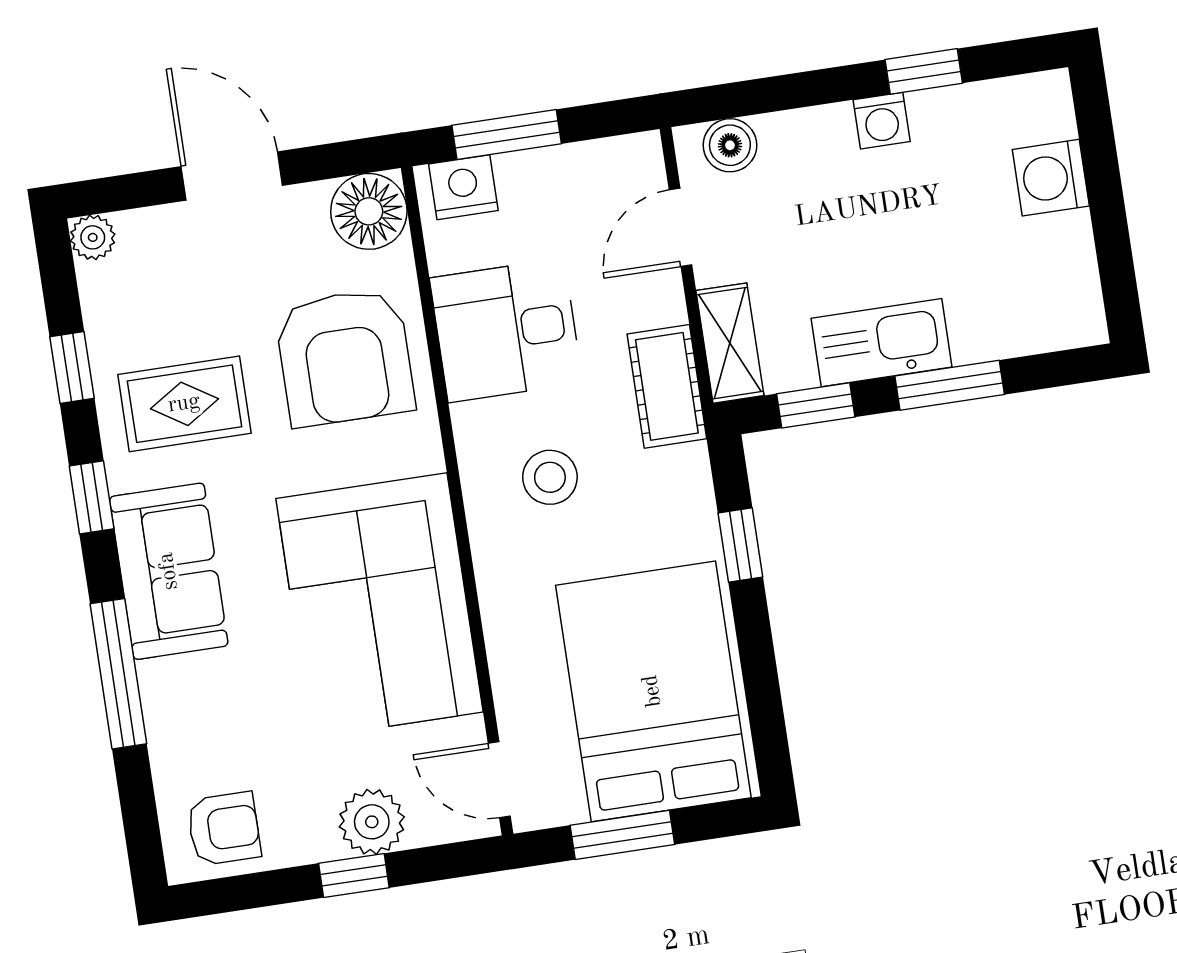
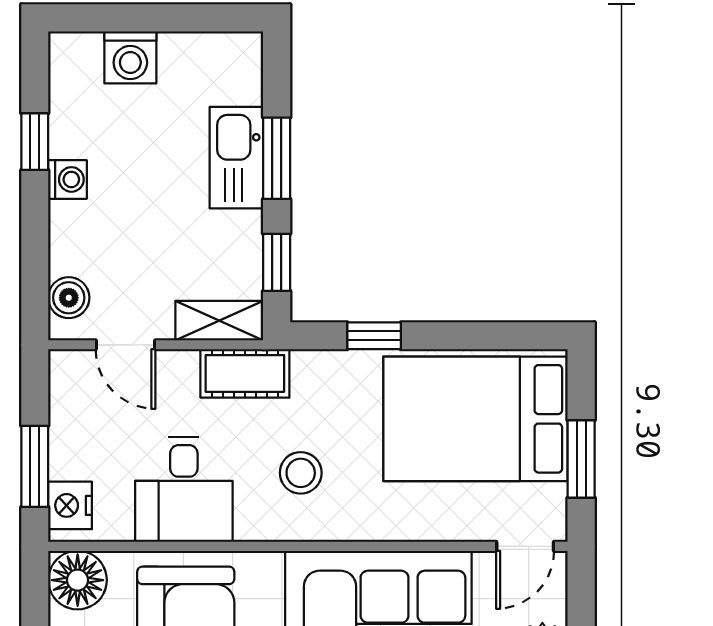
kitchen sink: (882, 343) -> (236, 158), moved

